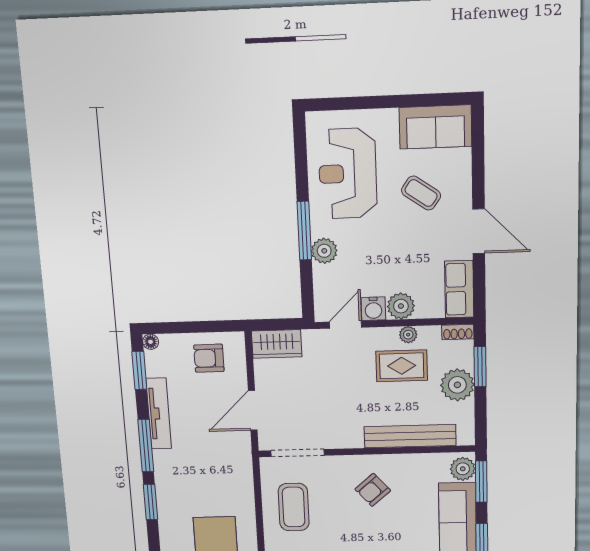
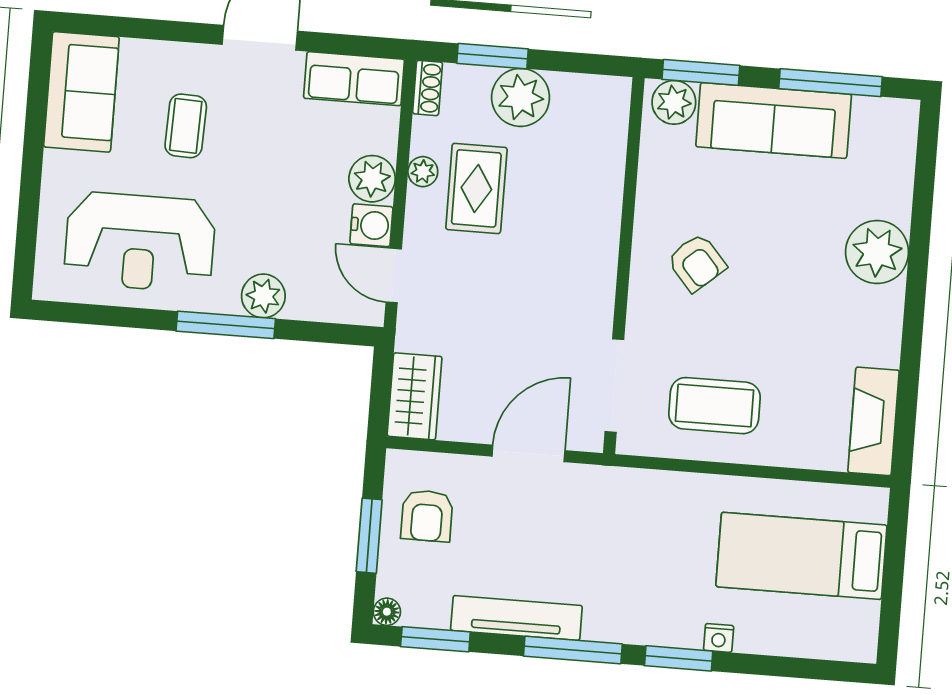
coffee table: (421, 193) -> (186, 126), turned -33
window: (193, 327) -> (369, 536), added
door: (253, 410) -> (528, 453), swing flipped
bench: (410, 436) -> (604, 187), removed
nightstand: (165, 522) -> (719, 638), added

